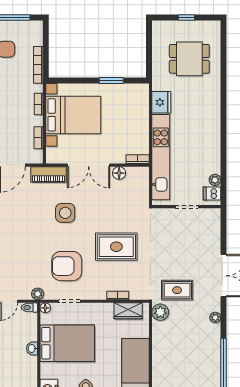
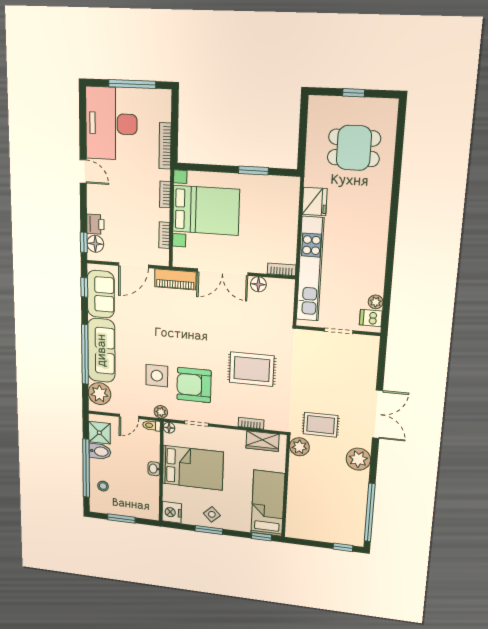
side table: (65, 213) -> (157, 376), moved
plant: (215, 317) -> (358, 459), width x1.88, depth x1.88

